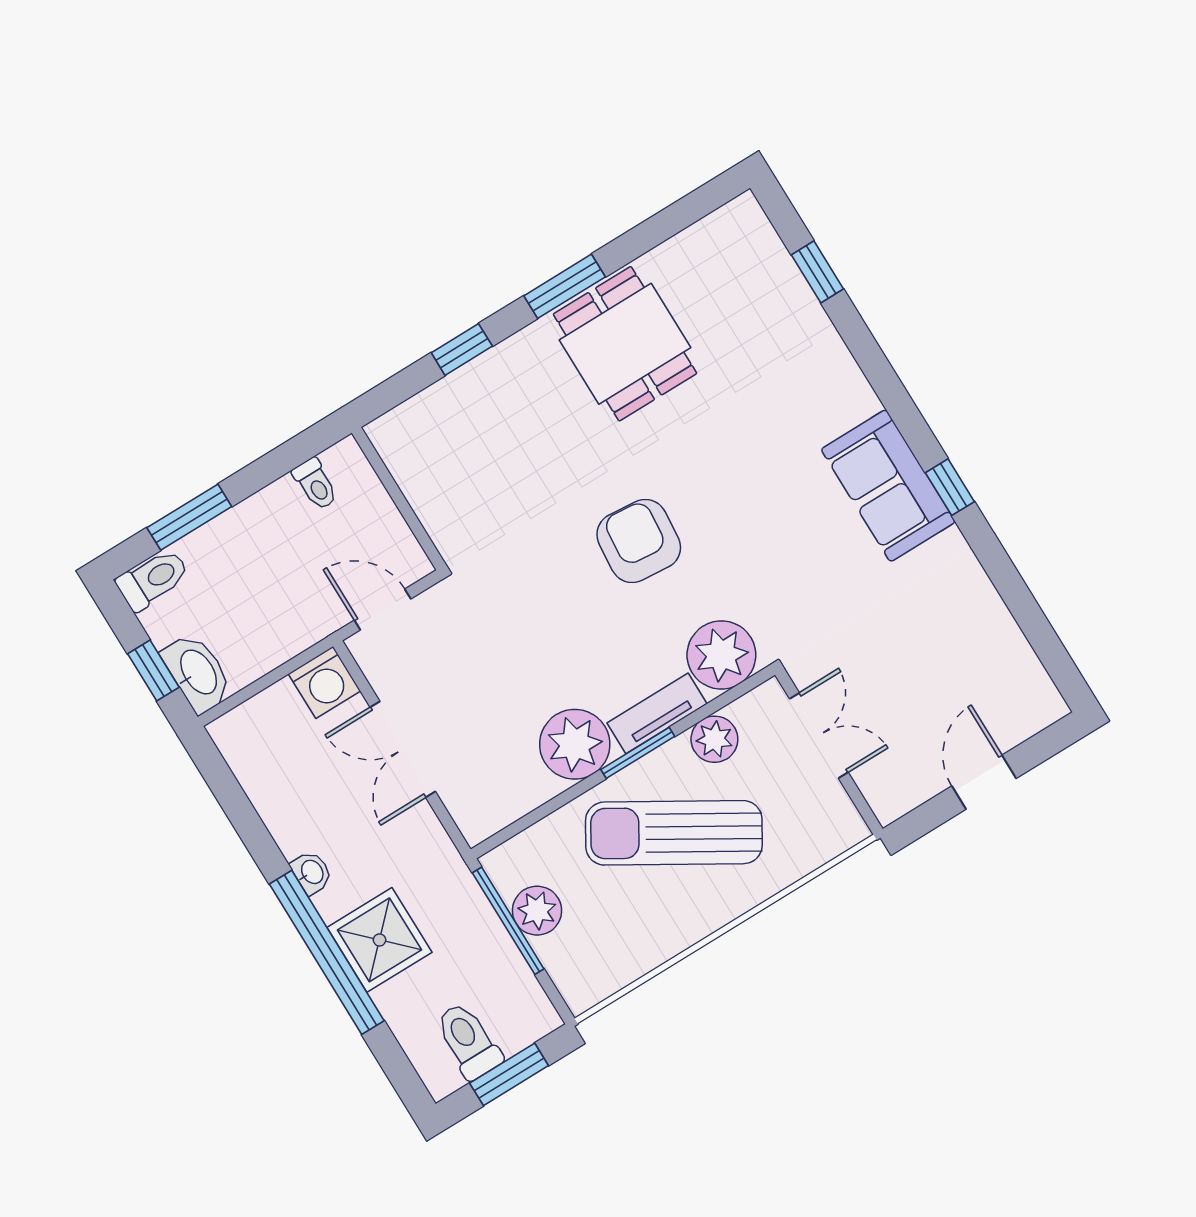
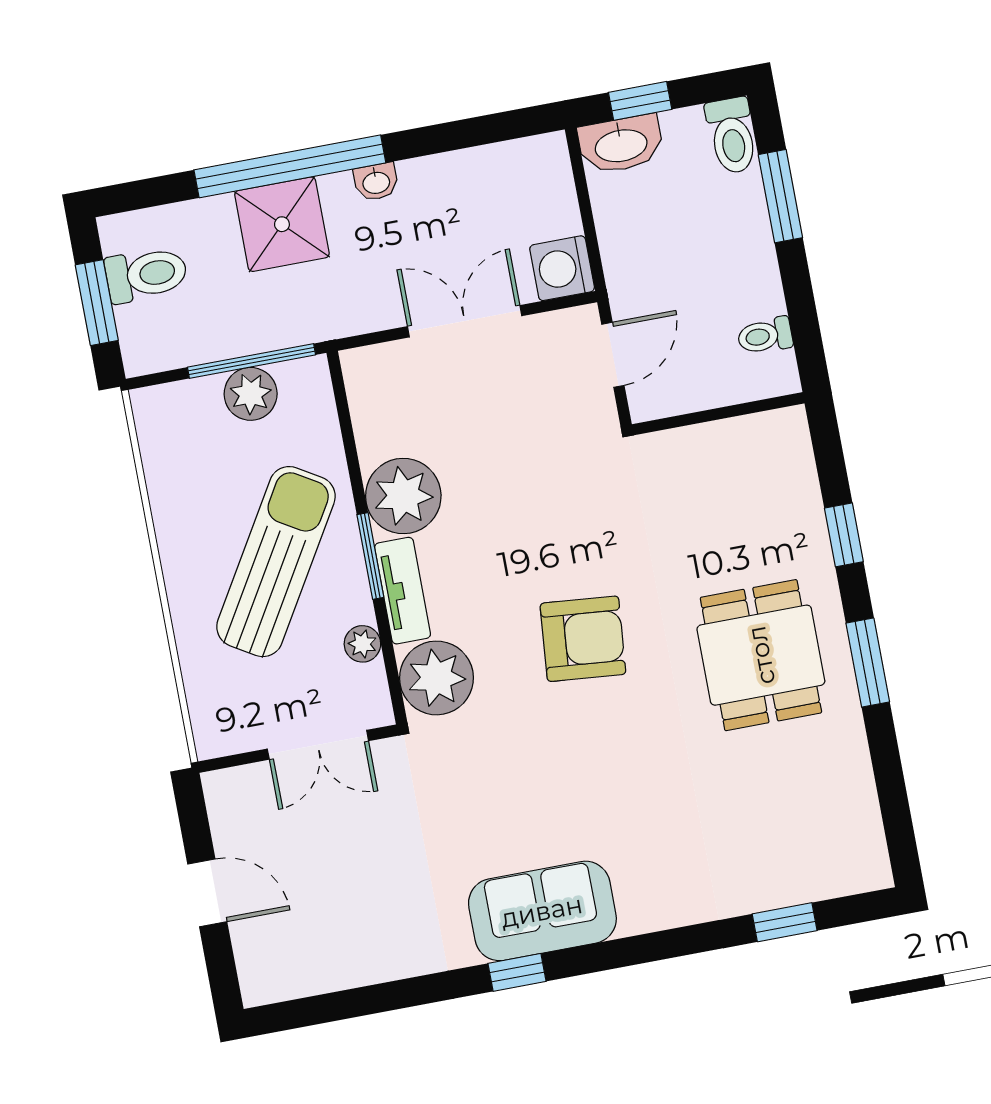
dining table: (625, 344) -> (761, 655), moved, turned 90
plant: (714, 739) -> (362, 644), width x0.73, depth x0.73

